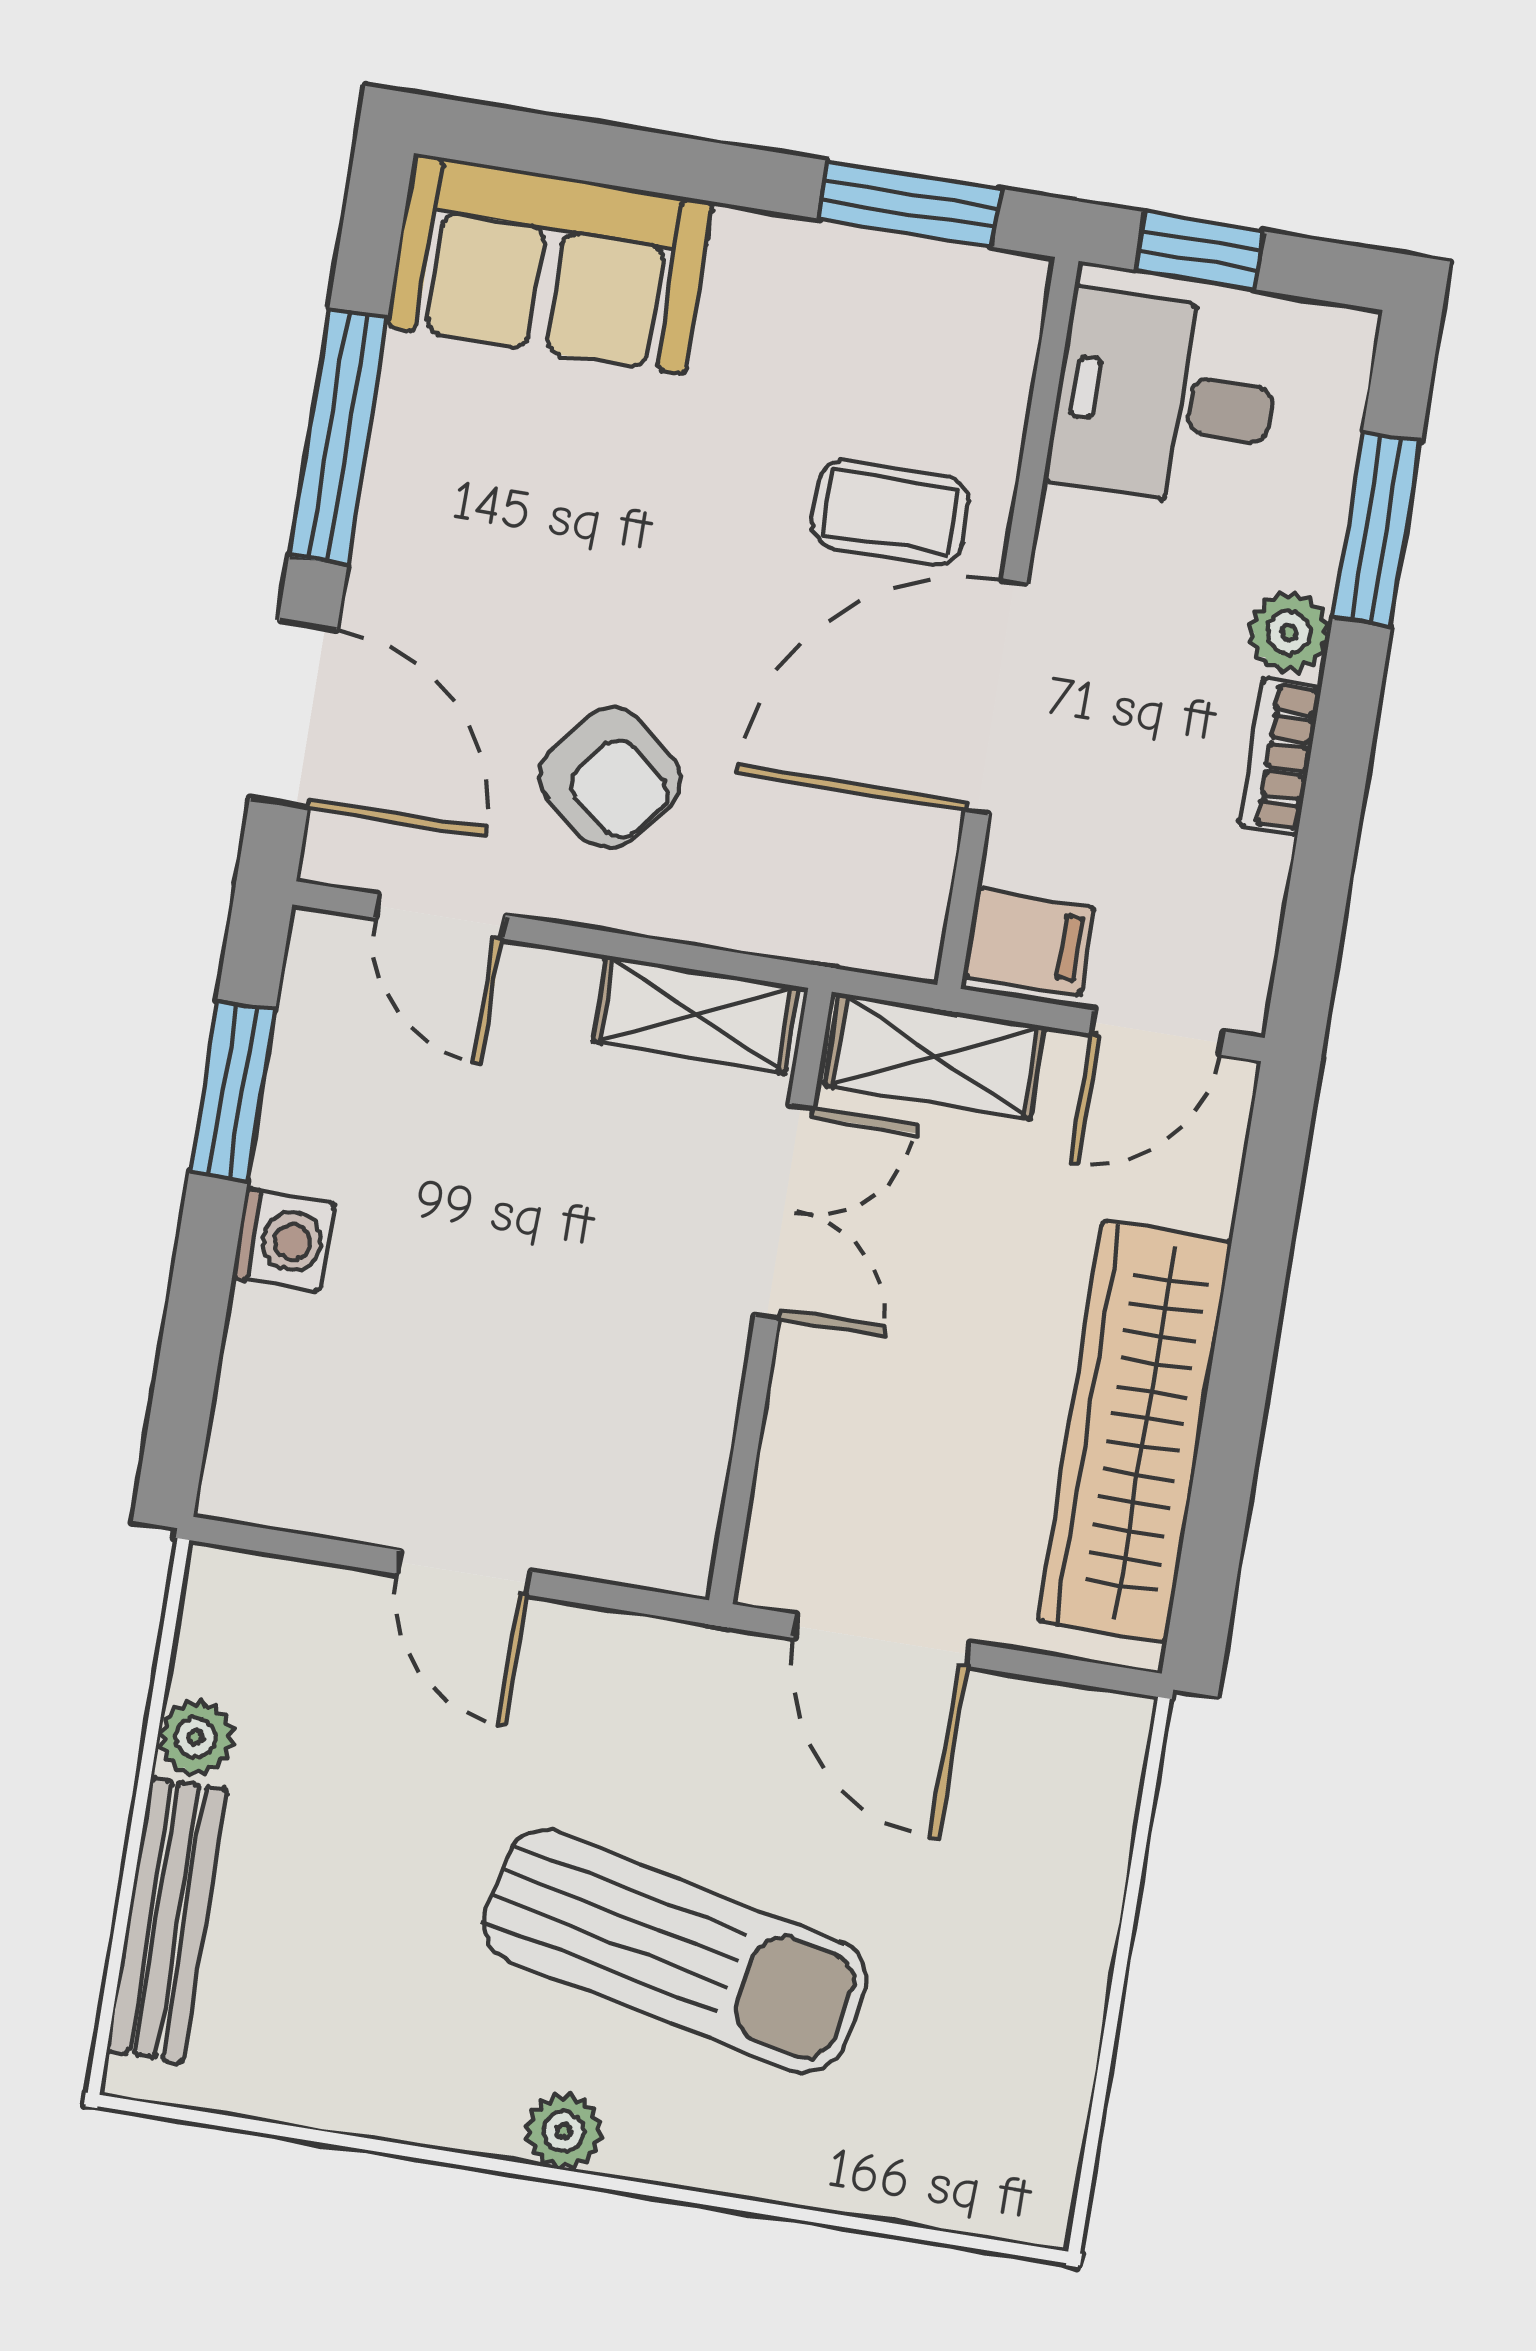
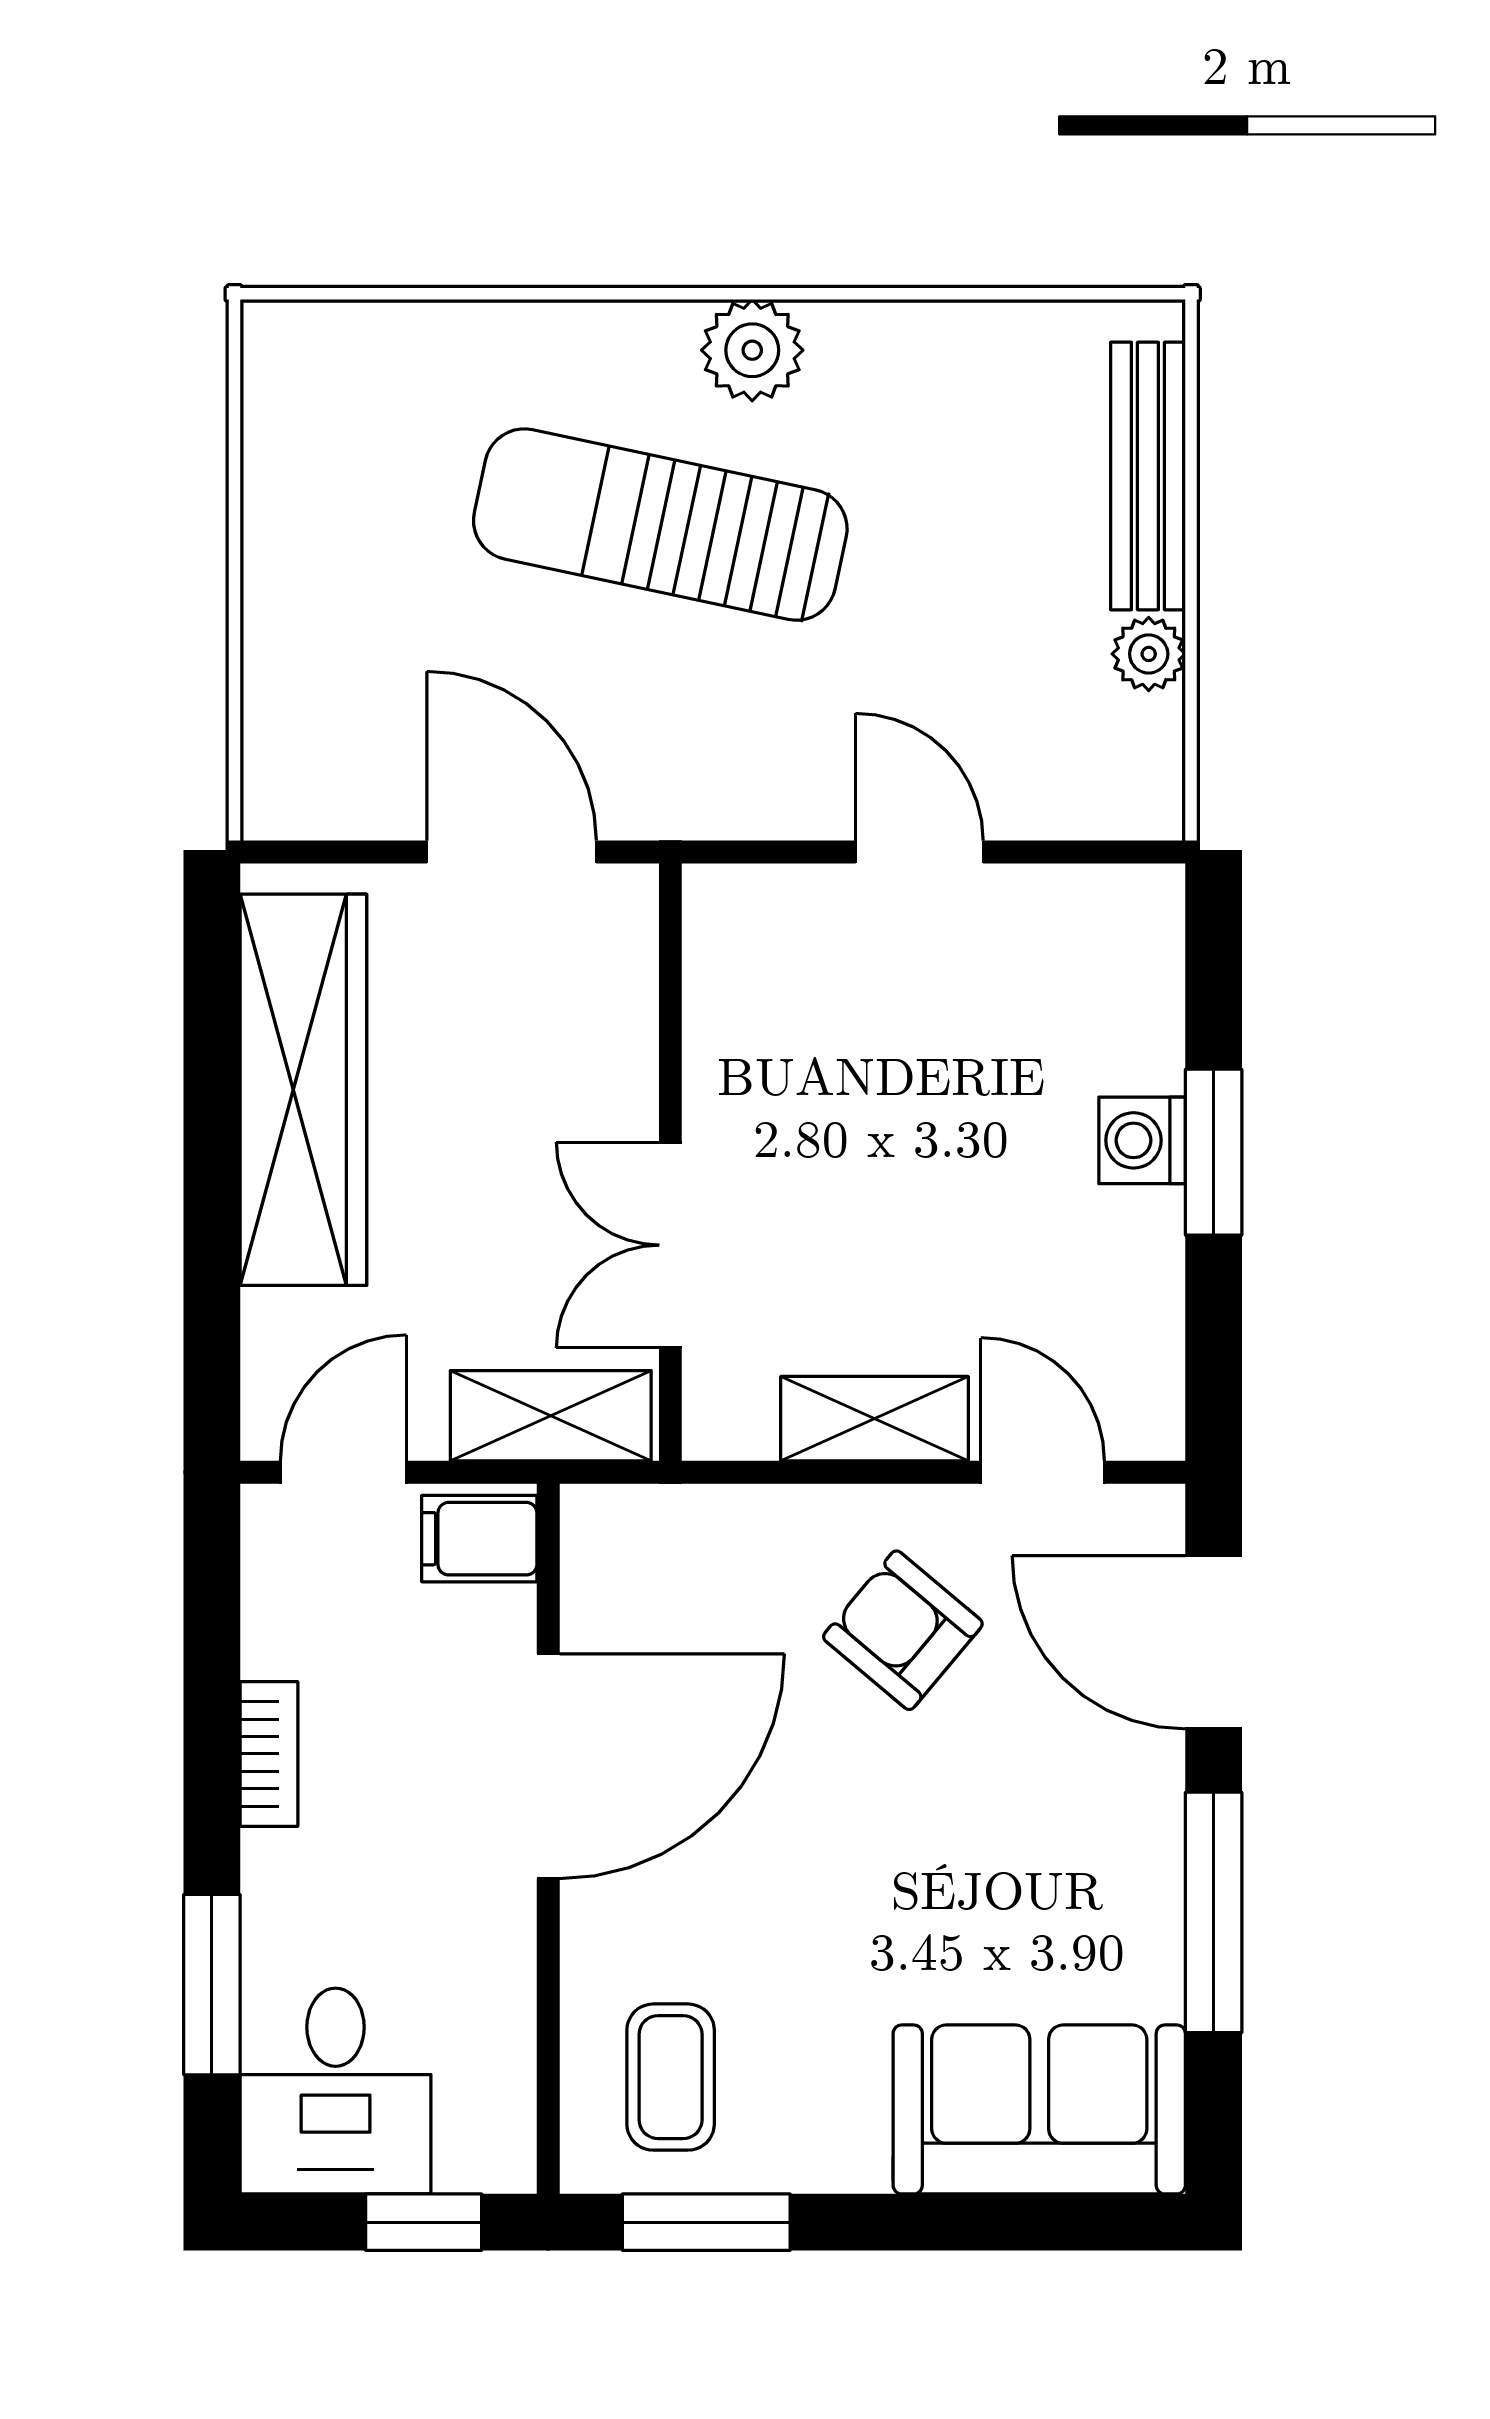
desk: (1164, 400) -> (336, 2091), moved, turned 90
coffee table: (890, 512) -> (671, 2077), moved, turned 90
plant: (1289, 632) -> (279, 1873), removed
shelving: (696, 1014) -> (874, 1419), moved
window: (232, 1090) -> (1214, 1152), moved
plant: (564, 2131) -> (752, 350), width x1.38, depth x1.38

